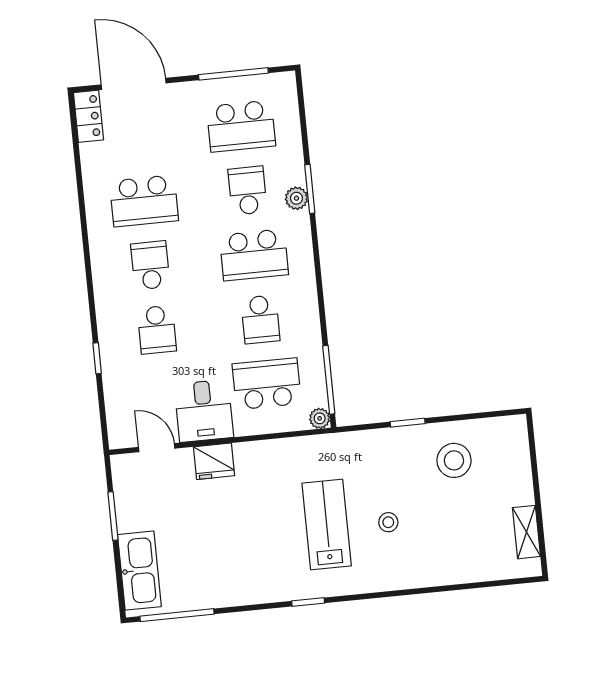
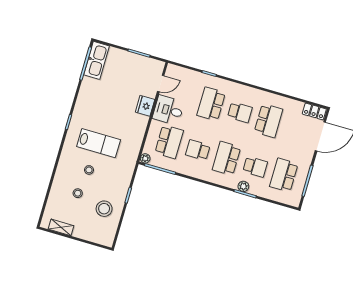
school desk: (144, 201) -> (269, 121), turned 180
school desk: (157, 330) -> (211, 104), width x1.85
stool: (444, 526) -> (78, 193), added
kitchen sink: (139, 571) -> (97, 60), moved, turned -90

